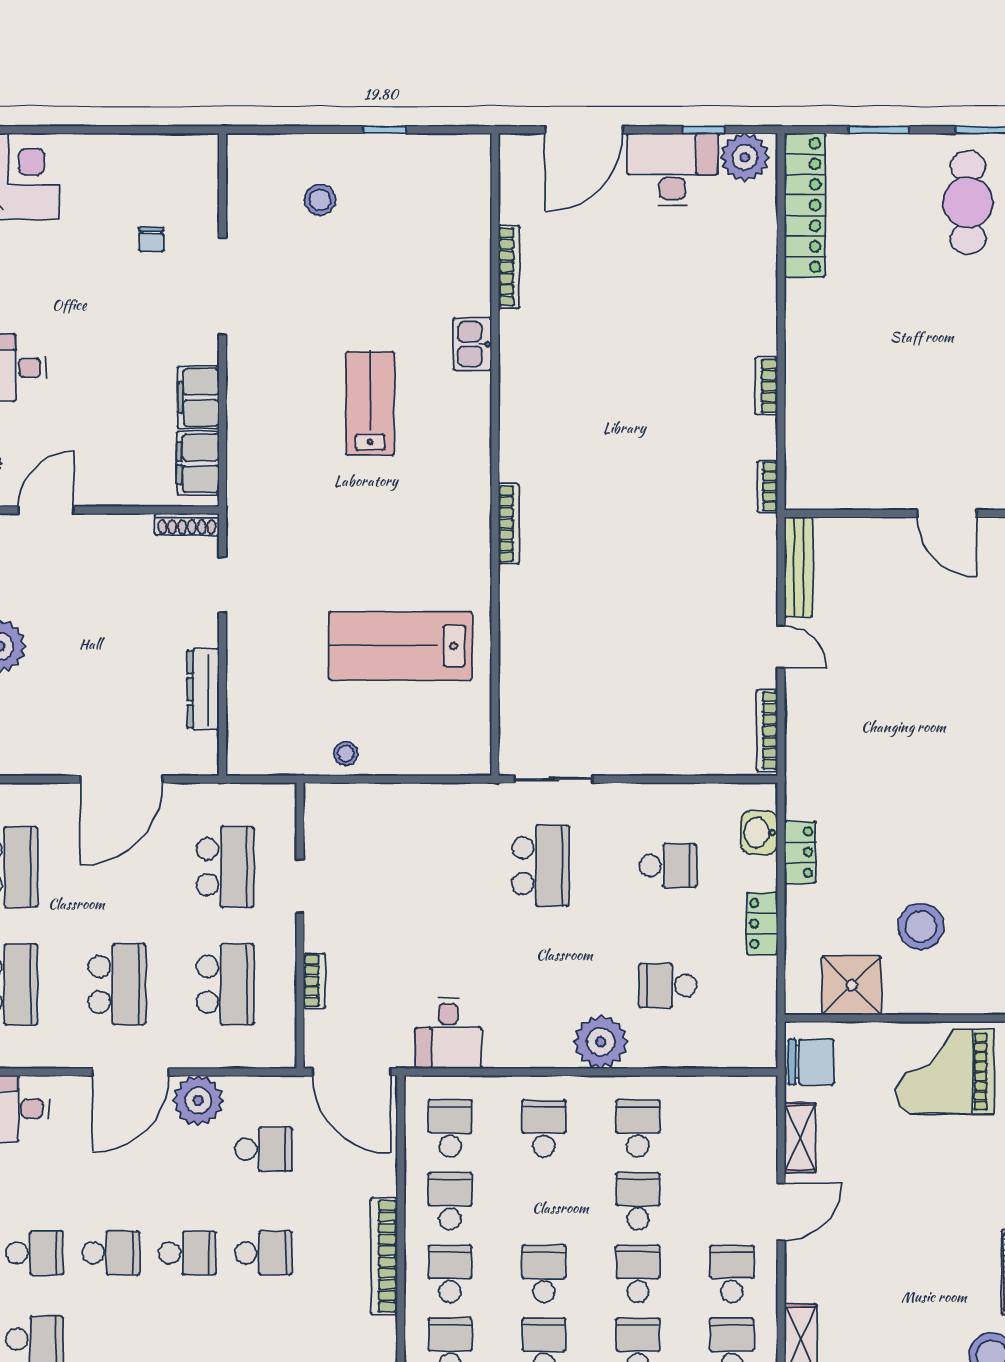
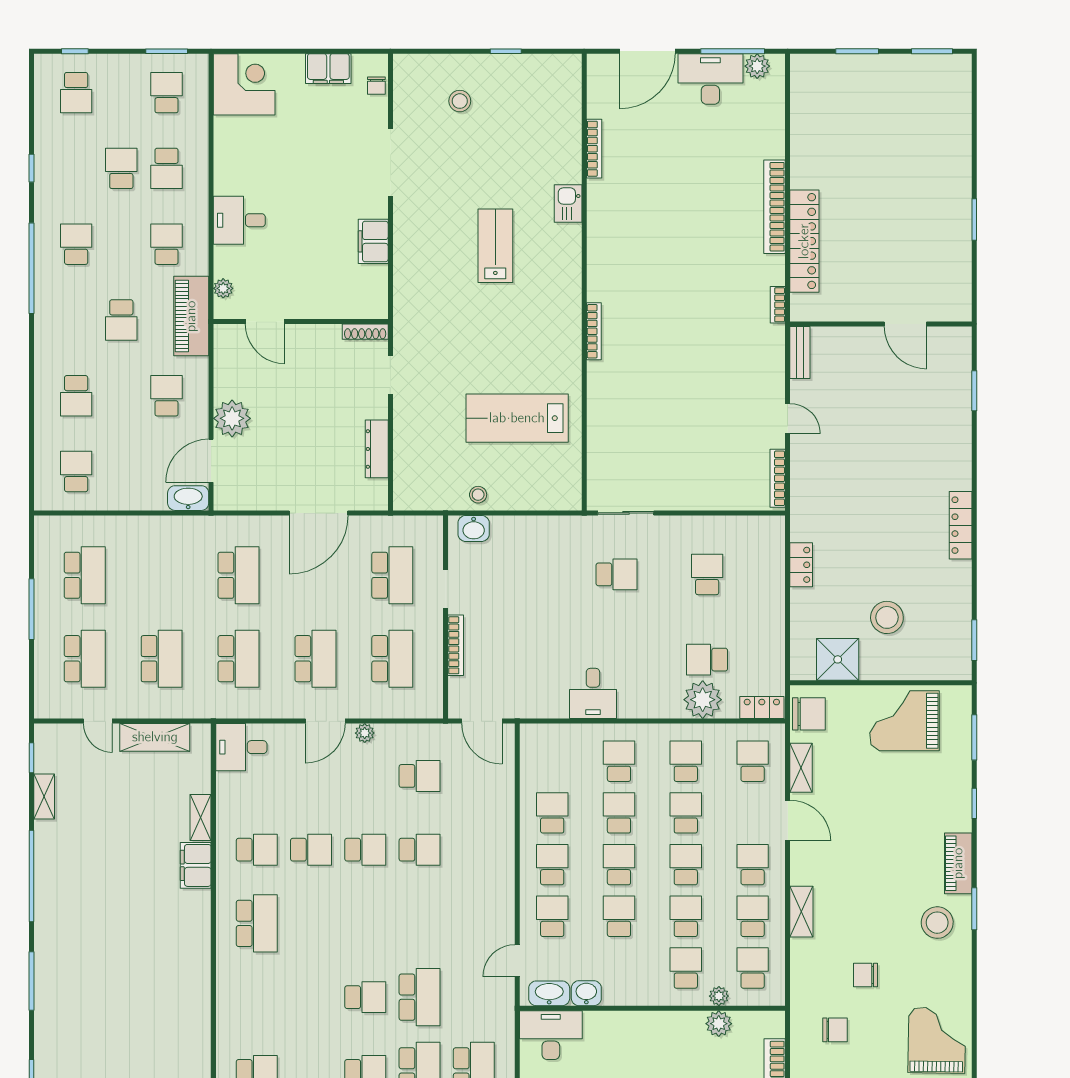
window: (704, 130) -> (733, 51), width x2.17
plant: (745, 157) -> (757, 66), width x0.73, depth x0.73
cafe table: (968, 202) -> (921, 103), removed
locker: (805, 205) -> (804, 241), moved
chair: (151, 239) -> (376, 86), moved
bookcase: (766, 386) -> (775, 207), width x2.31, depth x1.31
filing cabinet: (198, 463) -> (328, 69), moved, turned -90
door: (46, 510) -> (265, 322), swing flipped
bench: (798, 567) -> (800, 352), width x0.73
washbasin: (759, 833) -> (474, 528), moved, turned -90
school desk: (540, 866) -> (617, 574), width x0.54
school desk: (668, 866) -> (707, 574), turned -90
locker: (762, 923) -> (762, 708), moved, turned 90
bookcase: (314, 981) -> (456, 645), width x1.56
desk: (448, 1033) -> (593, 693), moved
plant: (601, 1042) -> (703, 700), moved
door: (131, 1072) -> (325, 721), width x0.73
door: (351, 1072) -> (482, 721), width x0.73
plant: (198, 1101) -> (365, 733), width x0.53, depth x0.53
school desk: (450, 1128) -> (619, 813), moved
school desk: (732, 1128) -> (753, 761), added
door: (781, 1212) -> (788, 820), hinge flipped
bookcase: (384, 1256) -> (505, 852), removed

